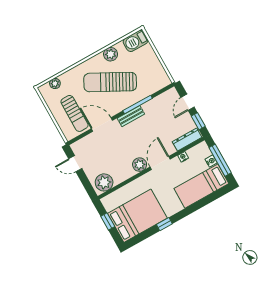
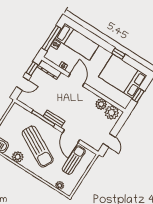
door: (160, 163) -> (76, 80), swing flipped
plant: (140, 165) -> (101, 104), moved

